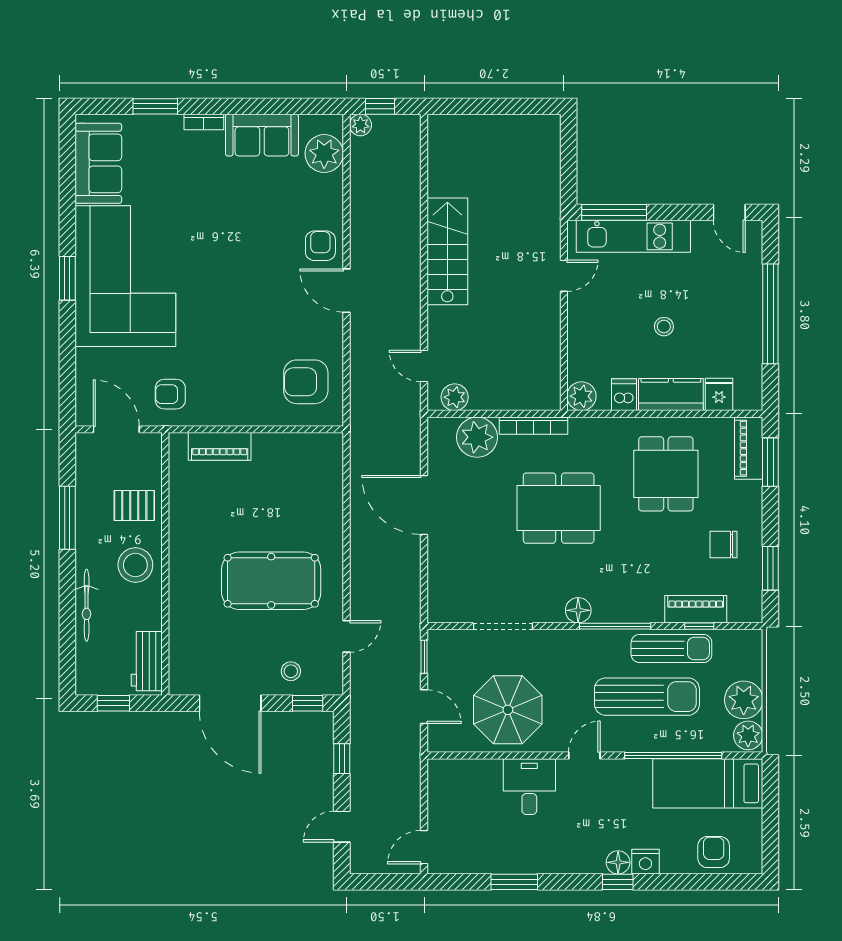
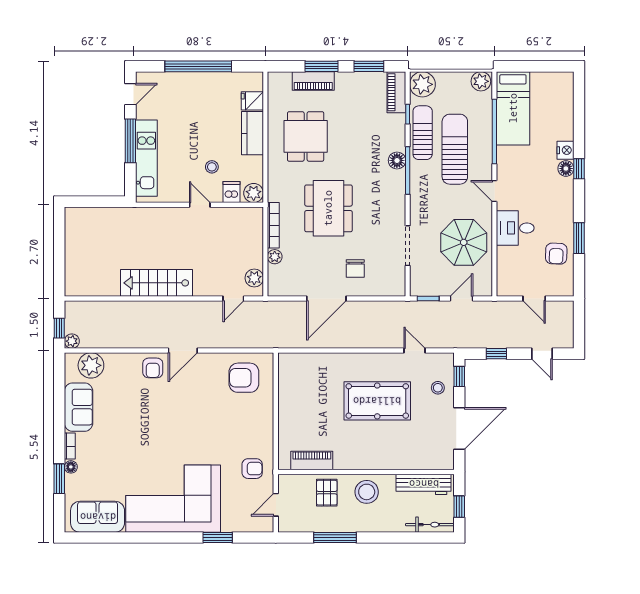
floor lamp: (173, 123) -> (71, 467), added
window: (614, 212) -> (130, 141), moved
armchair: (320, 246) -> (153, 368), turned -90
door: (564, 276) -> (200, 205), moved
window: (67, 278) -> (218, 538), moved
stool: (664, 327) -> (212, 167), moved
armchair: (306, 382) -> (244, 378), turned 90
armchair: (170, 394) -> (252, 469), turned -90
dishwasher: (624, 395) -> (232, 192), moved, turned 90
door: (116, 429) -> (276, 505), width x0.73
plant: (477, 437) -> (275, 257), width x0.53, depth x0.53
piano: (220, 446) -> (312, 461), moved, turned -90
piano: (749, 448) -> (313, 81), moved
window: (770, 462) -> (322, 66), moved
dining table: (666, 474) -> (306, 136), turned 90
chair: (724, 545) -> (355, 268), moved
pool table: (271, 581) -> (377, 401), turned 90
bicycle: (87, 605) -> (430, 525), moved
piano: (696, 609) -> (396, 92), moved
floor lamp: (578, 610) -> (397, 160), moved
workbench: (147, 661) -> (424, 484), width x1.38
plant: (744, 700) -> (422, 84), moved
door: (424, 847) -> (534, 298), moved
armchair: (714, 852) -> (556, 254), moved, turned -88

